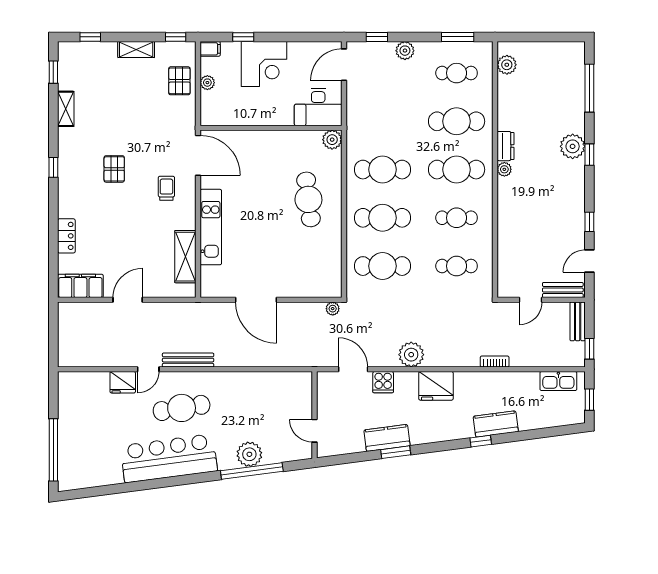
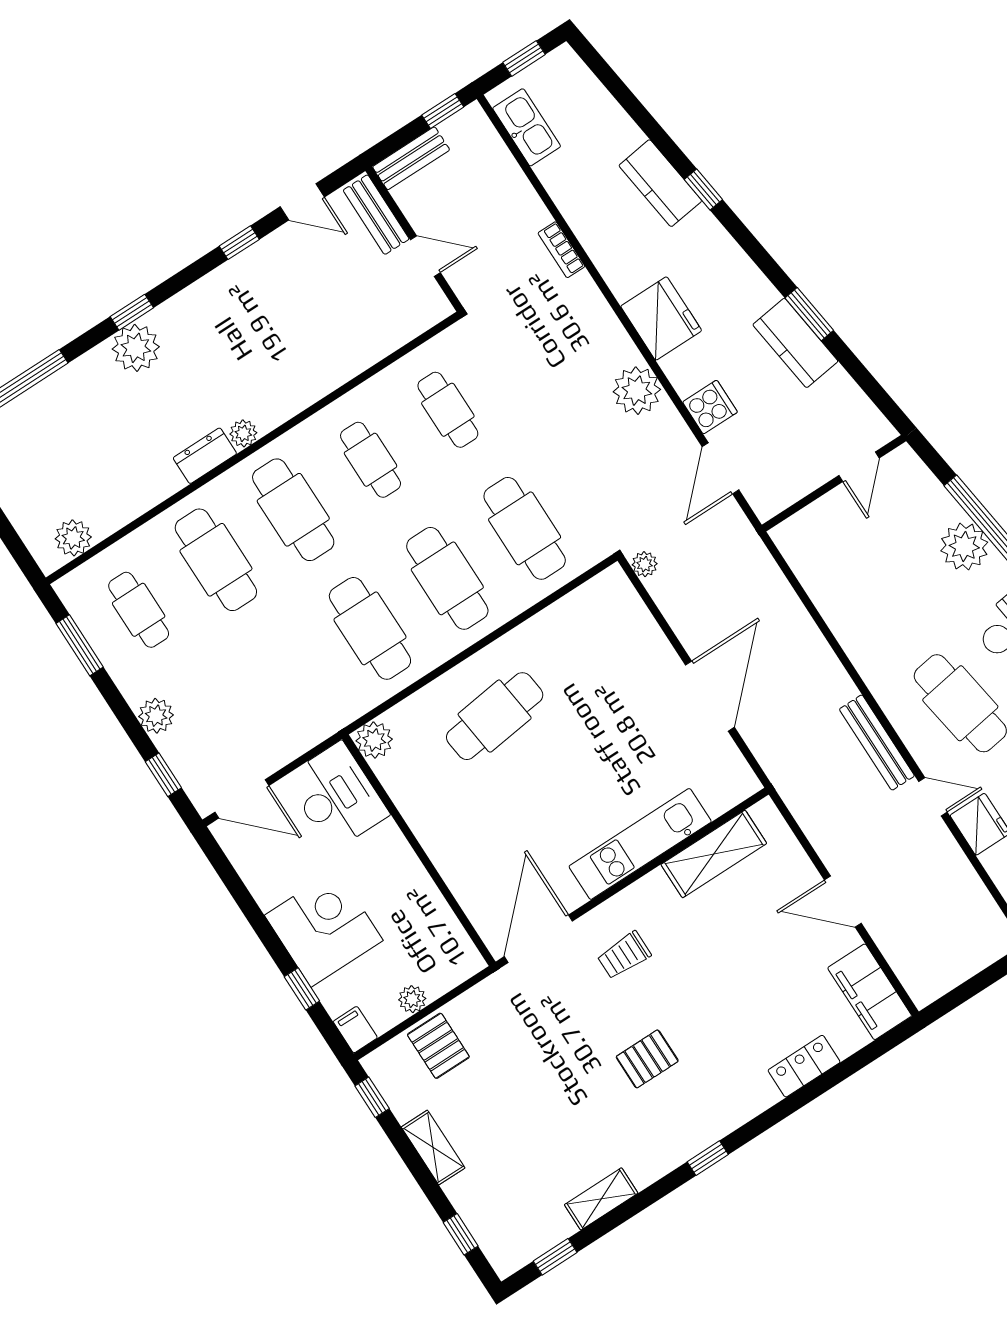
pallet: (179, 81) -> (438, 1046), turned 90

